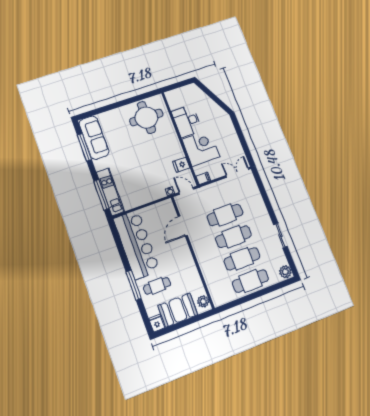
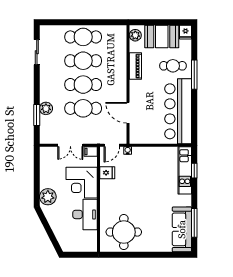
plant: (226, 125) -> (48, 197), added
double door: (237, 172) -> (70, 145), moved
door: (186, 191) -> (112, 145), hinge flipped
window: (264, 194) -> (37, 115), added
window: (101, 195) -> (194, 171), width x0.46
door: (183, 226) -> (128, 113), swing flipped
sliding door: (280, 236) -> (37, 52), moved
piano: (192, 272) -> (135, 66), added
plant: (285, 272) -> (46, 108), moved

